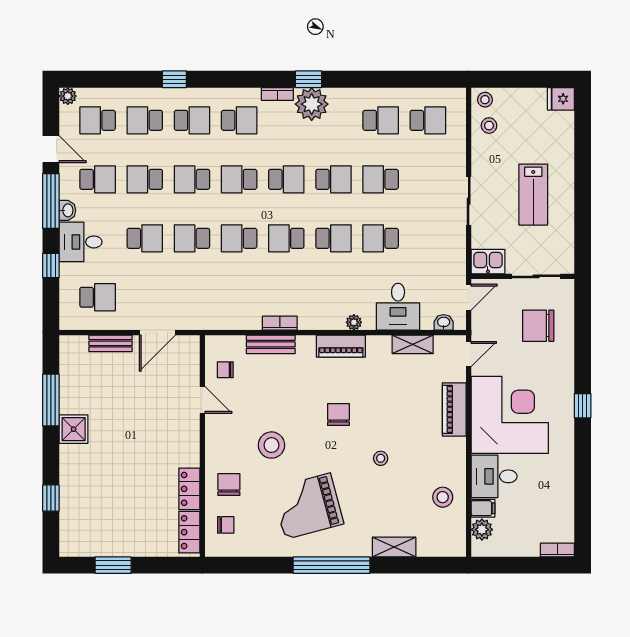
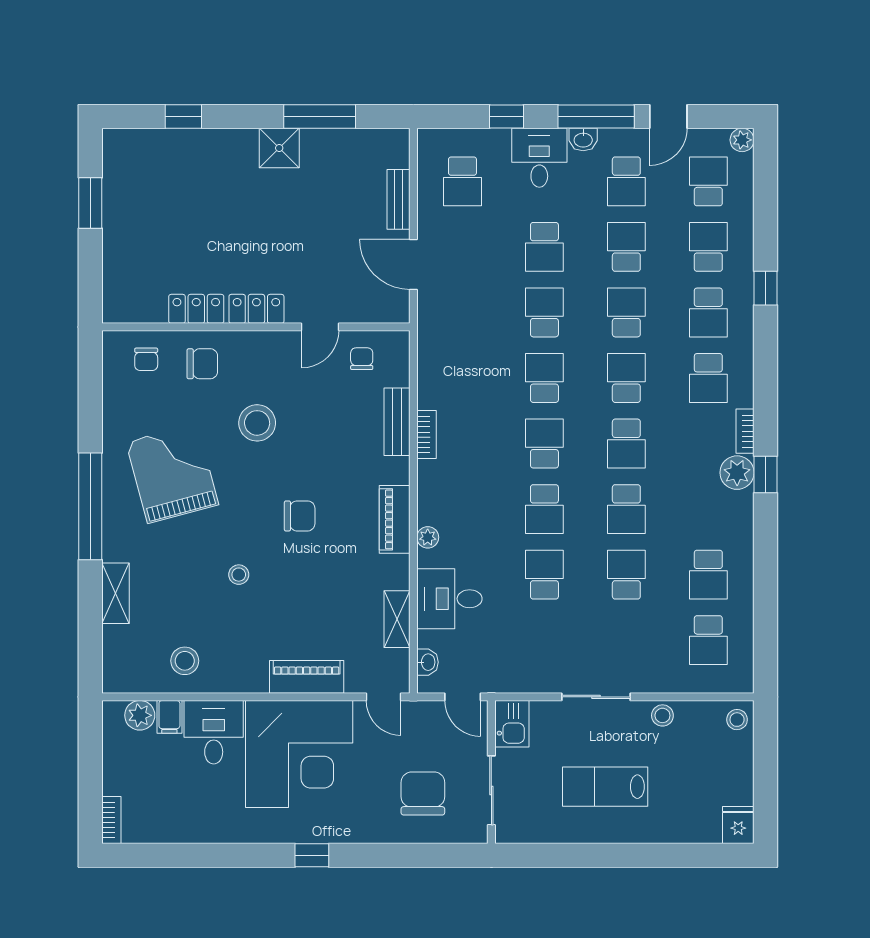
plant: (312, 104) -> (737, 473), width x0.73, depth x0.73
stool: (489, 126) -> (662, 715), moved
locker: (189, 532) -> (256, 309), moved

